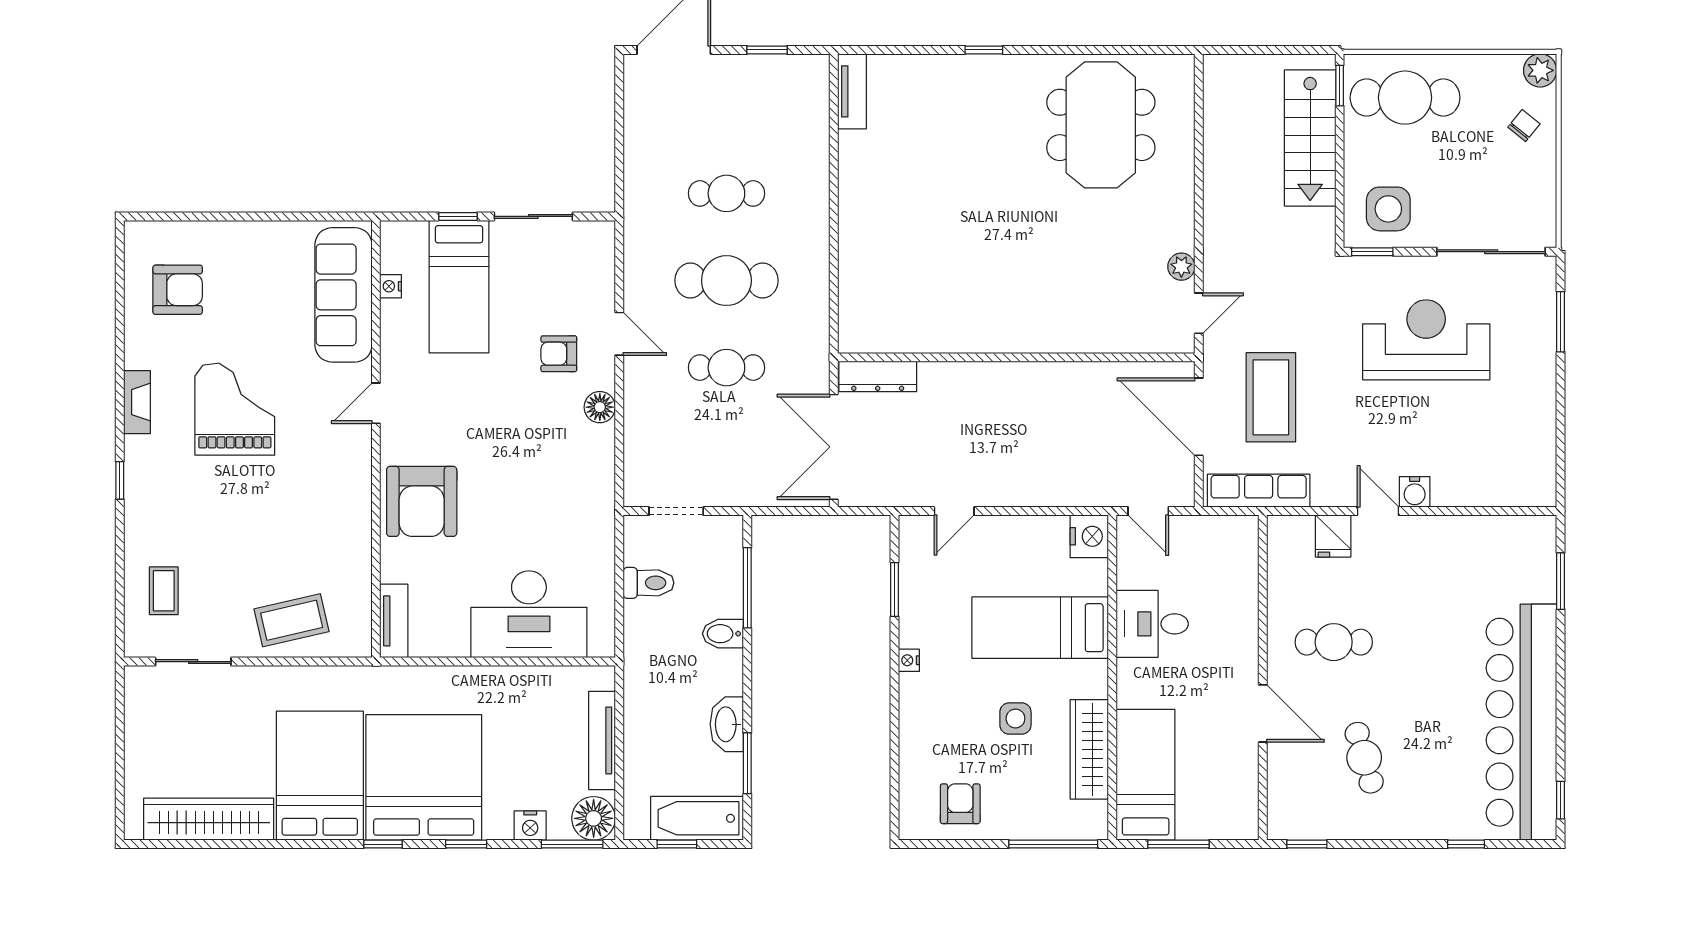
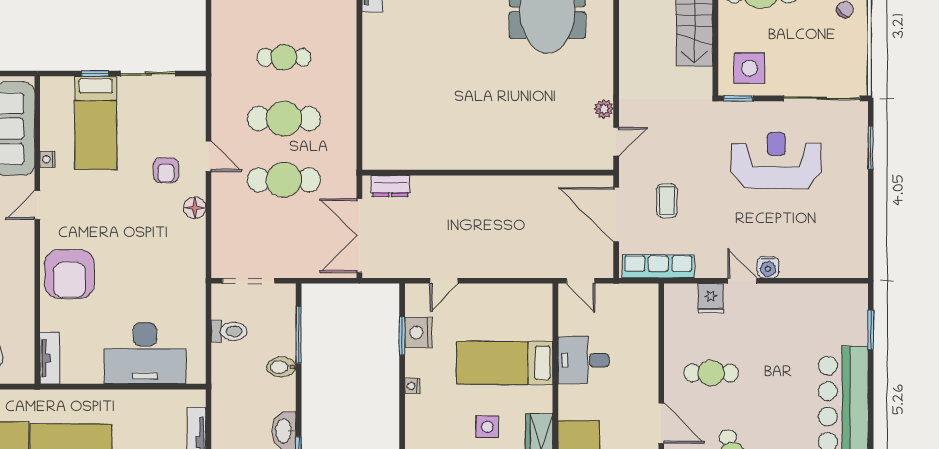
nightstand: (391, 286) -> (48, 159), moved
armchair: (559, 354) -> (166, 170), turned -90
cafe table: (726, 368) -> (284, 180), width x1.37, depth x1.35
dresser: (878, 376) -> (390, 186), width x0.70
coffee table: (1271, 397) -> (667, 201), width x0.54, depth x0.58
doorway: (676, 511) -> (248, 281), width x1.38
nightstand: (1089, 536) -> (418, 332), moved, turned 180

